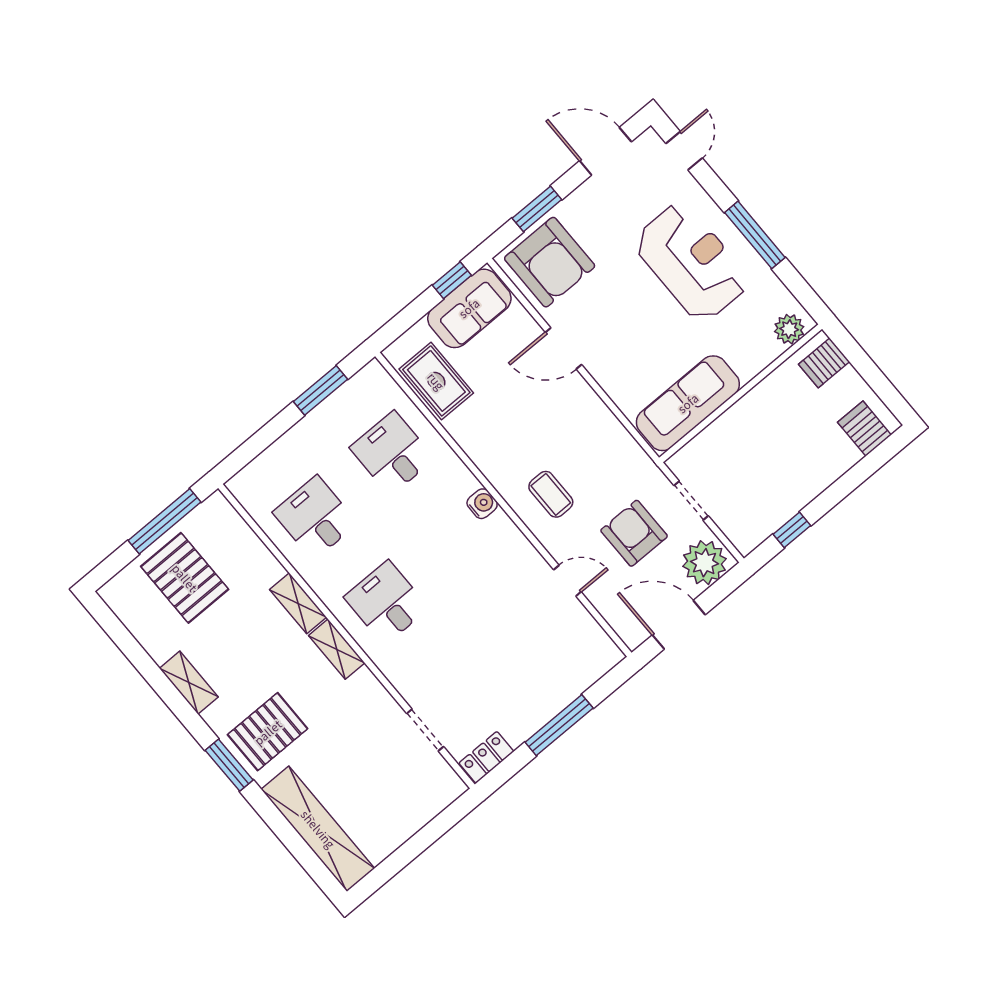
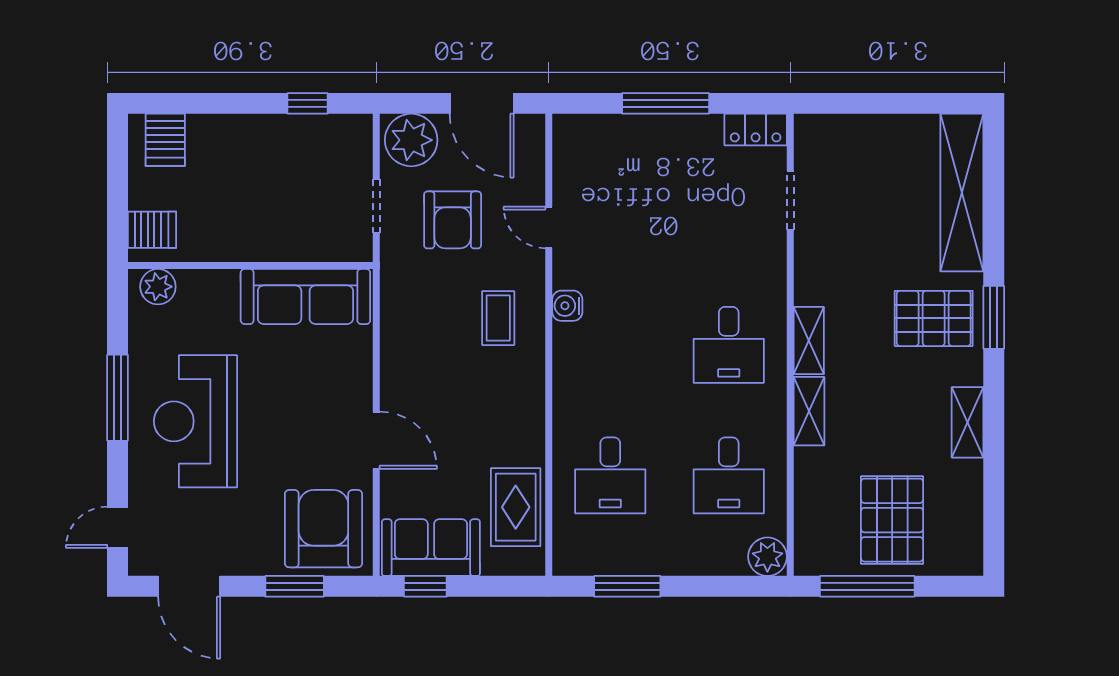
plant: (246, 486) -> (767, 557), added
water cooler: (482, 504) -> (567, 306), moved

